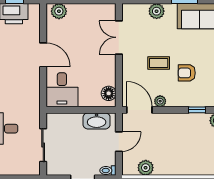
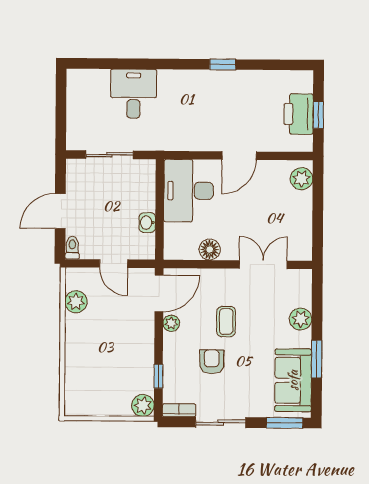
desk: (62, 90) -> (189, 191), width x1.37
floor lamp: (109, 93) -> (210, 250), moved
washbasin: (97, 121) -> (147, 223), width x0.52, depth x0.69

